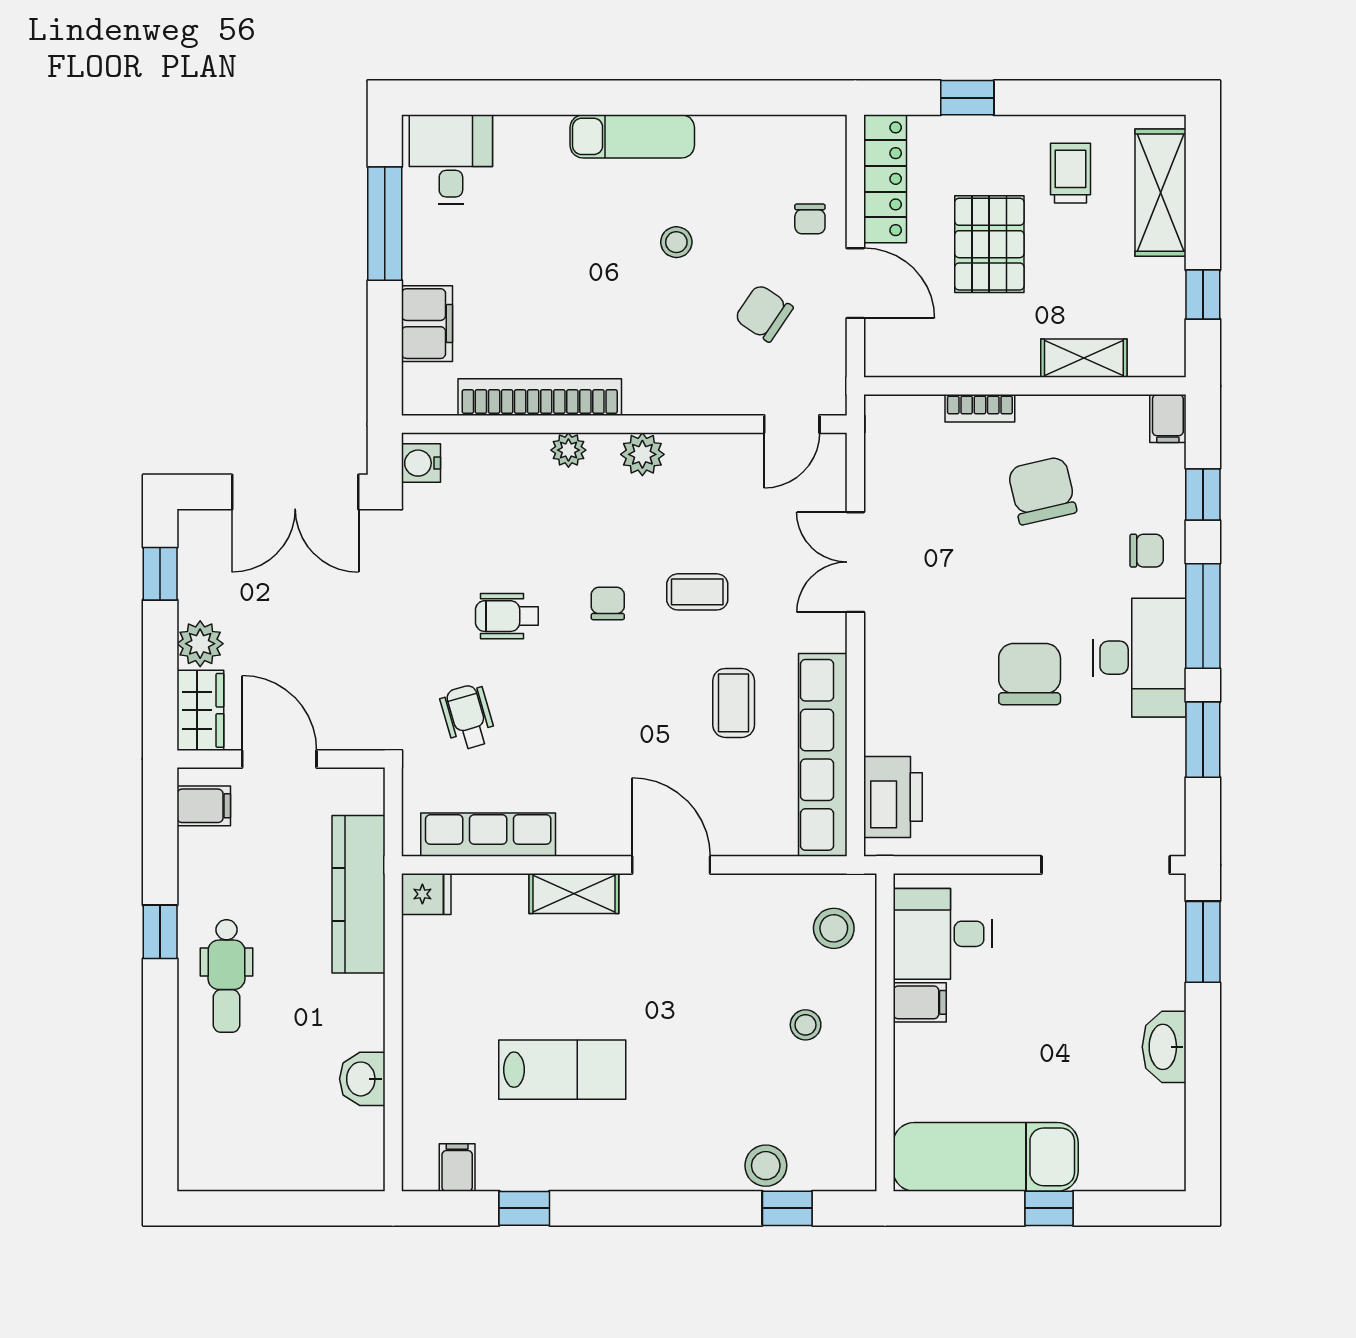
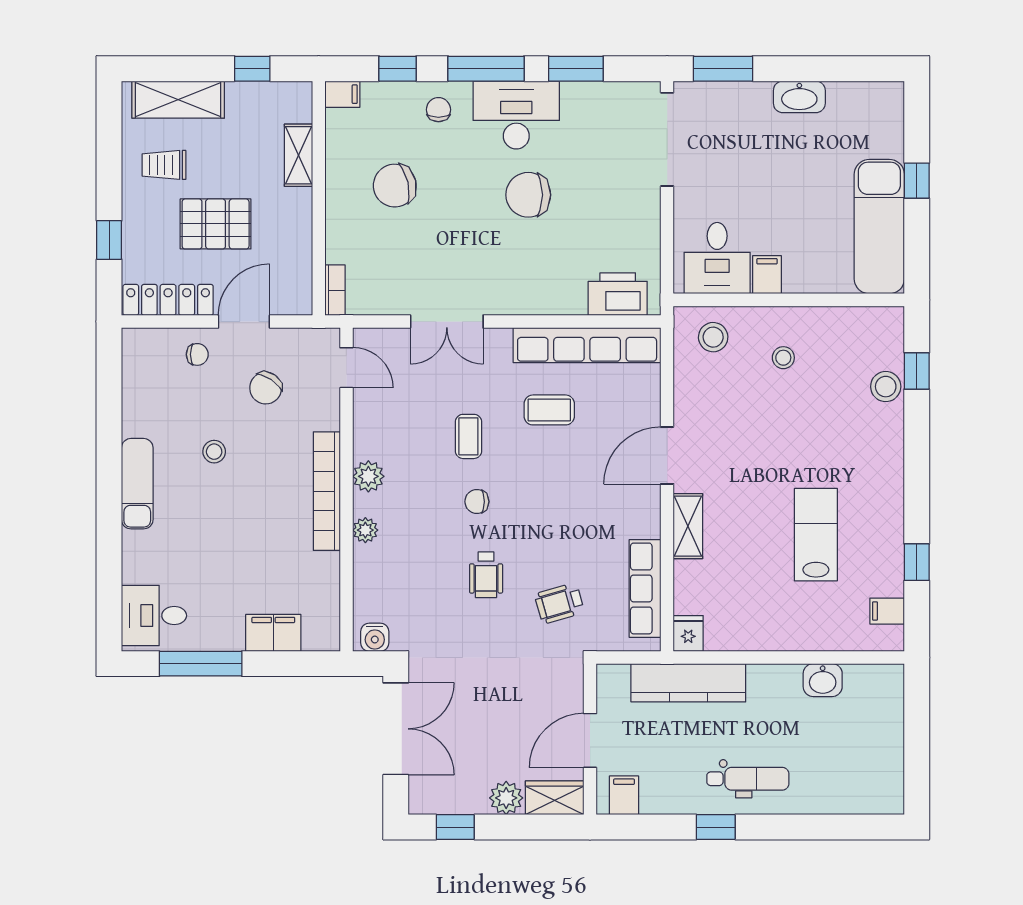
bookcase: (540, 397) -> (327, 491), moved
bookcase: (980, 408) -> (335, 290), moved

